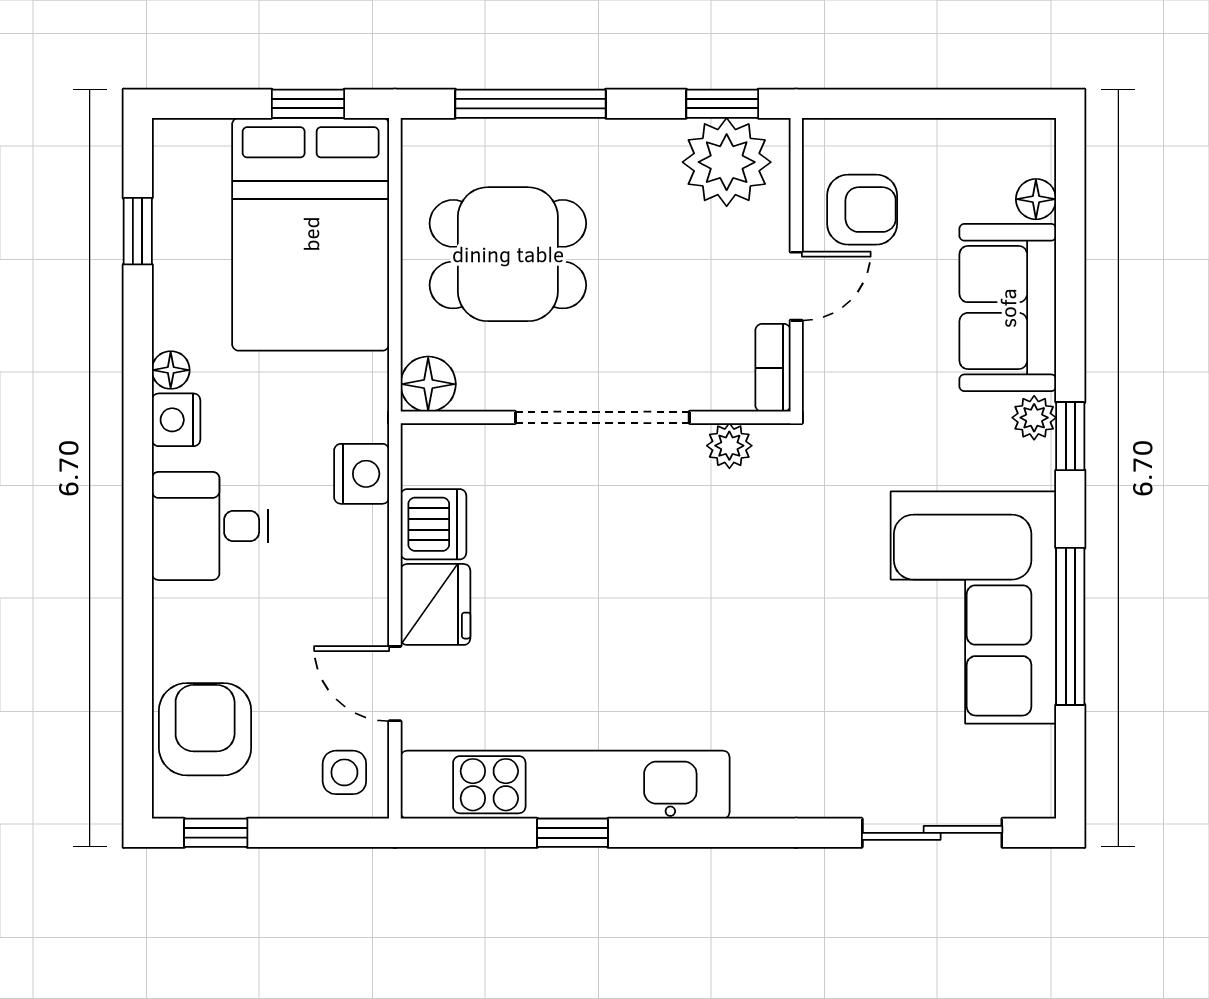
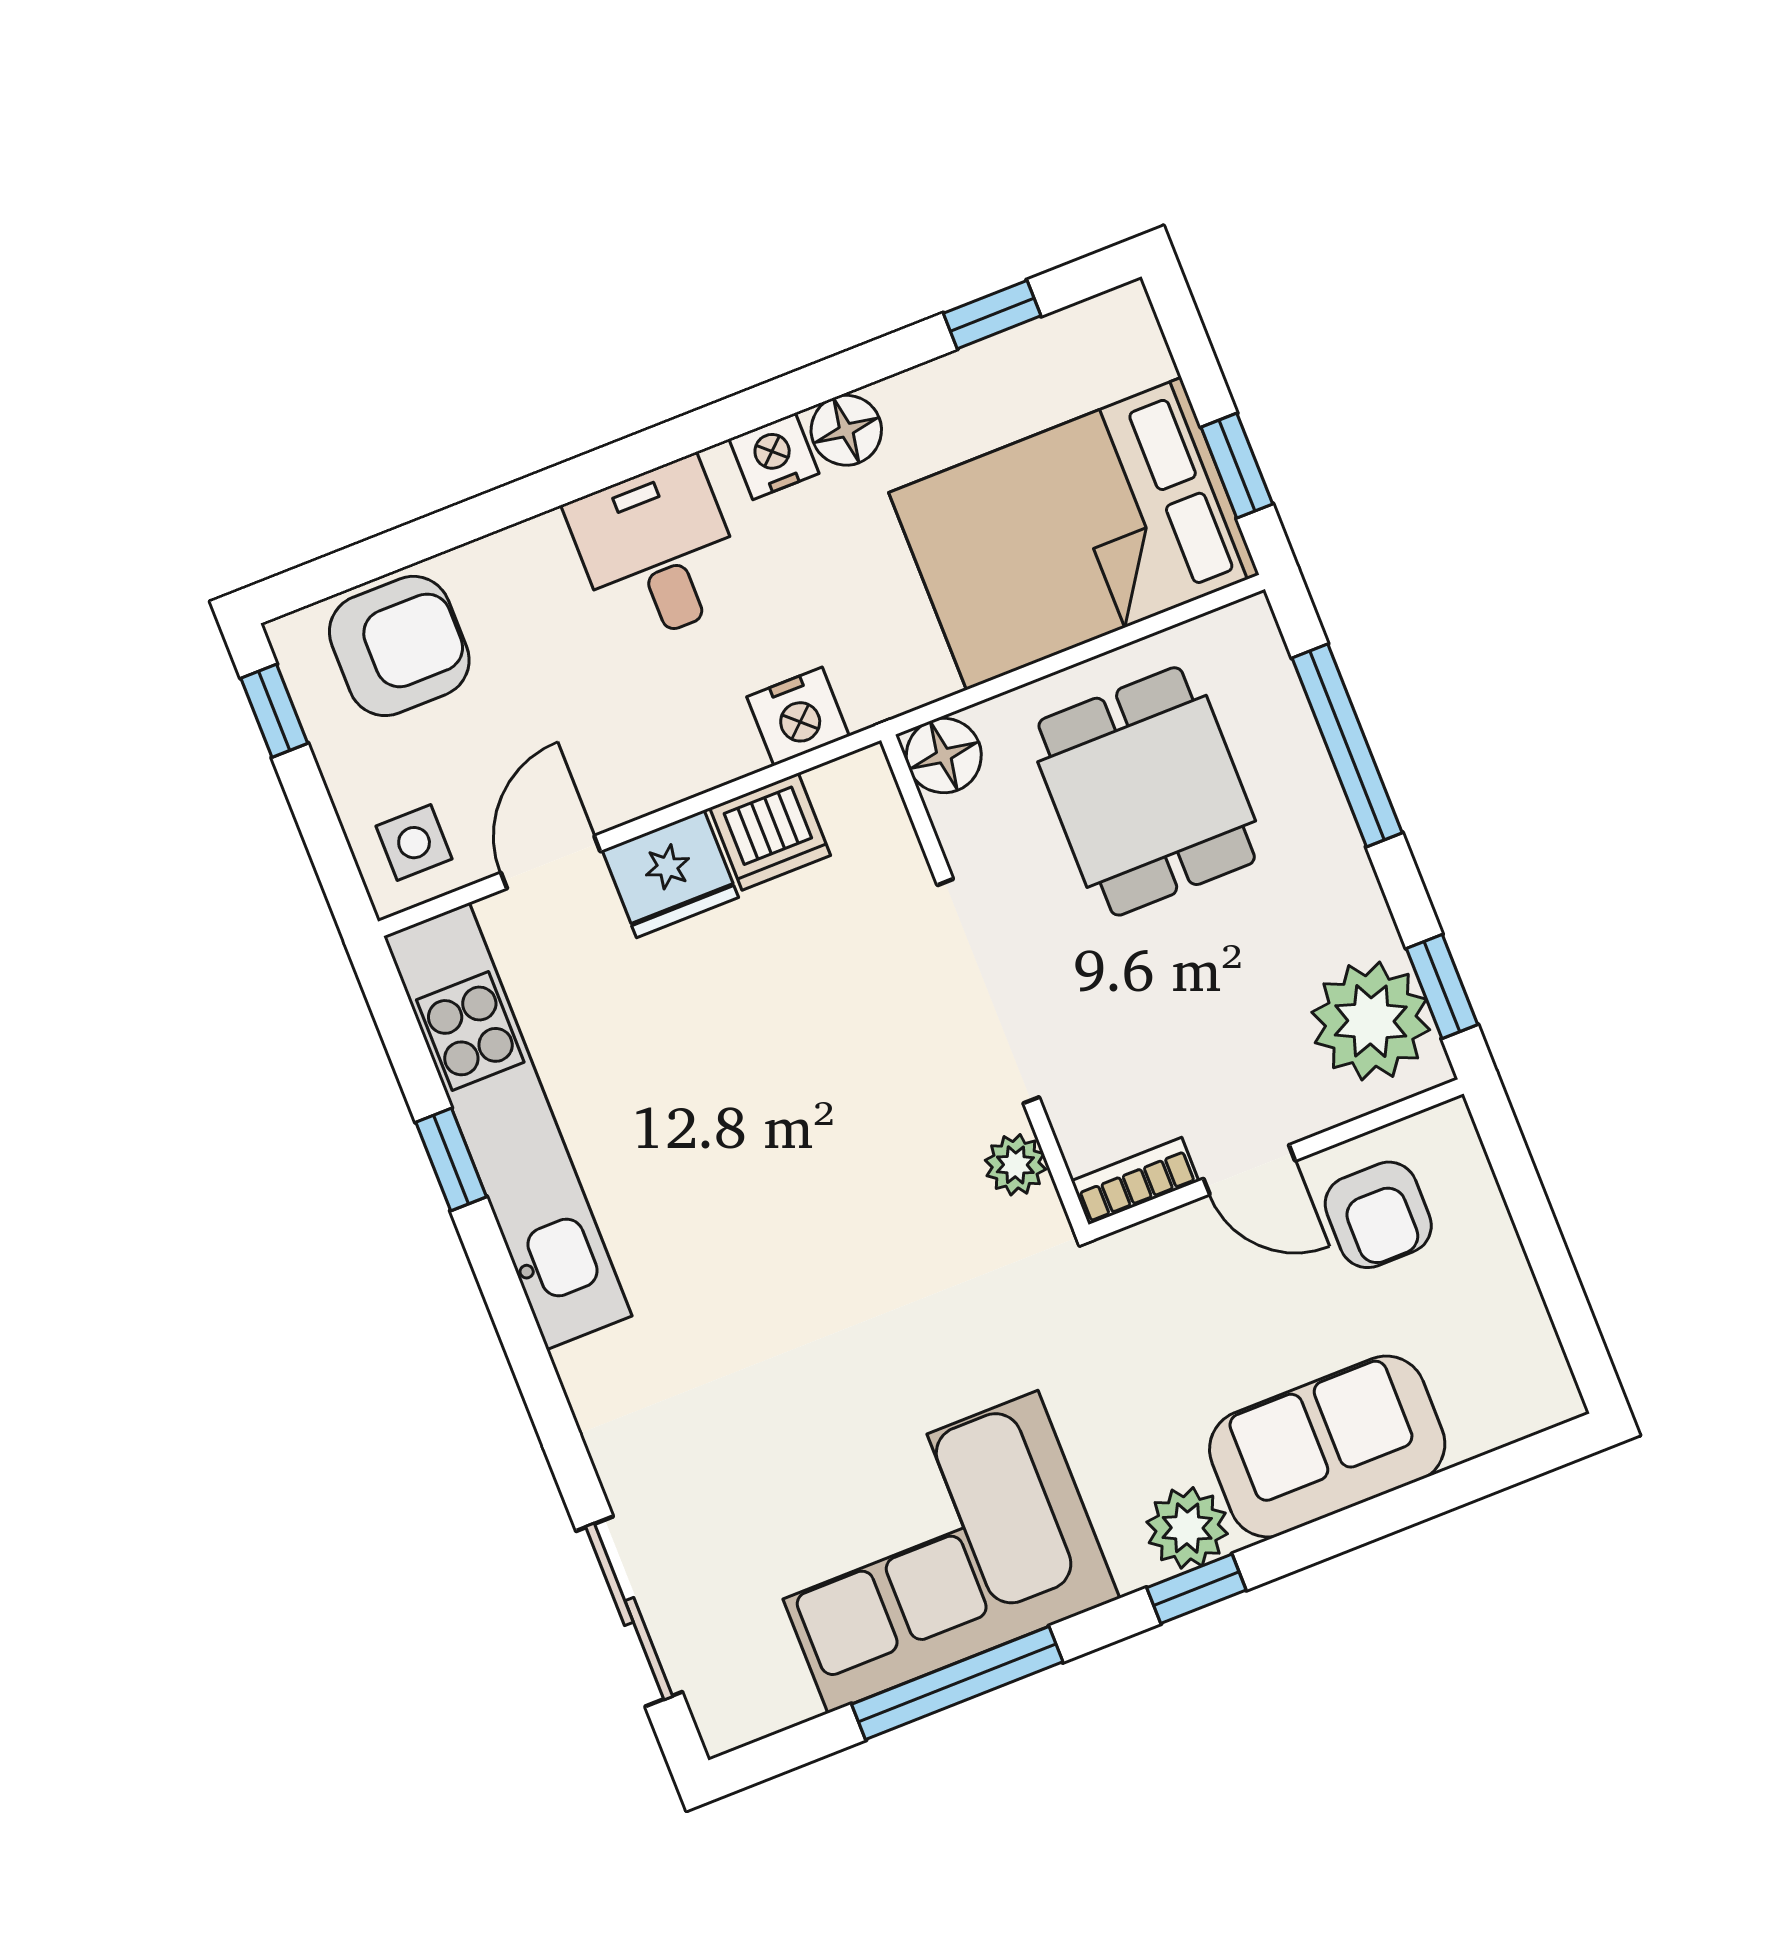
floor lamp: (1036, 199) -> (1477, 1428), removed
floor lamp: (171, 370) -> (846, 430), width x1.37, depth x1.37
plant: (1034, 418) -> (1187, 1528), width x1.38, depth x1.38

